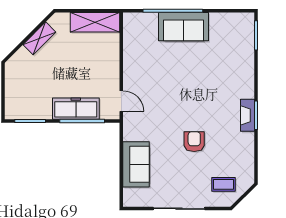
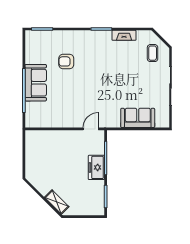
shelving: (95, 22) -> (32, 148), removed
shelving: (39, 38) -> (57, 202), moved
freezer: (76, 109) -> (96, 167), width x0.71
fireplace: (247, 115) -> (124, 35), moved
armchair: (194, 142) -> (66, 61), moved

